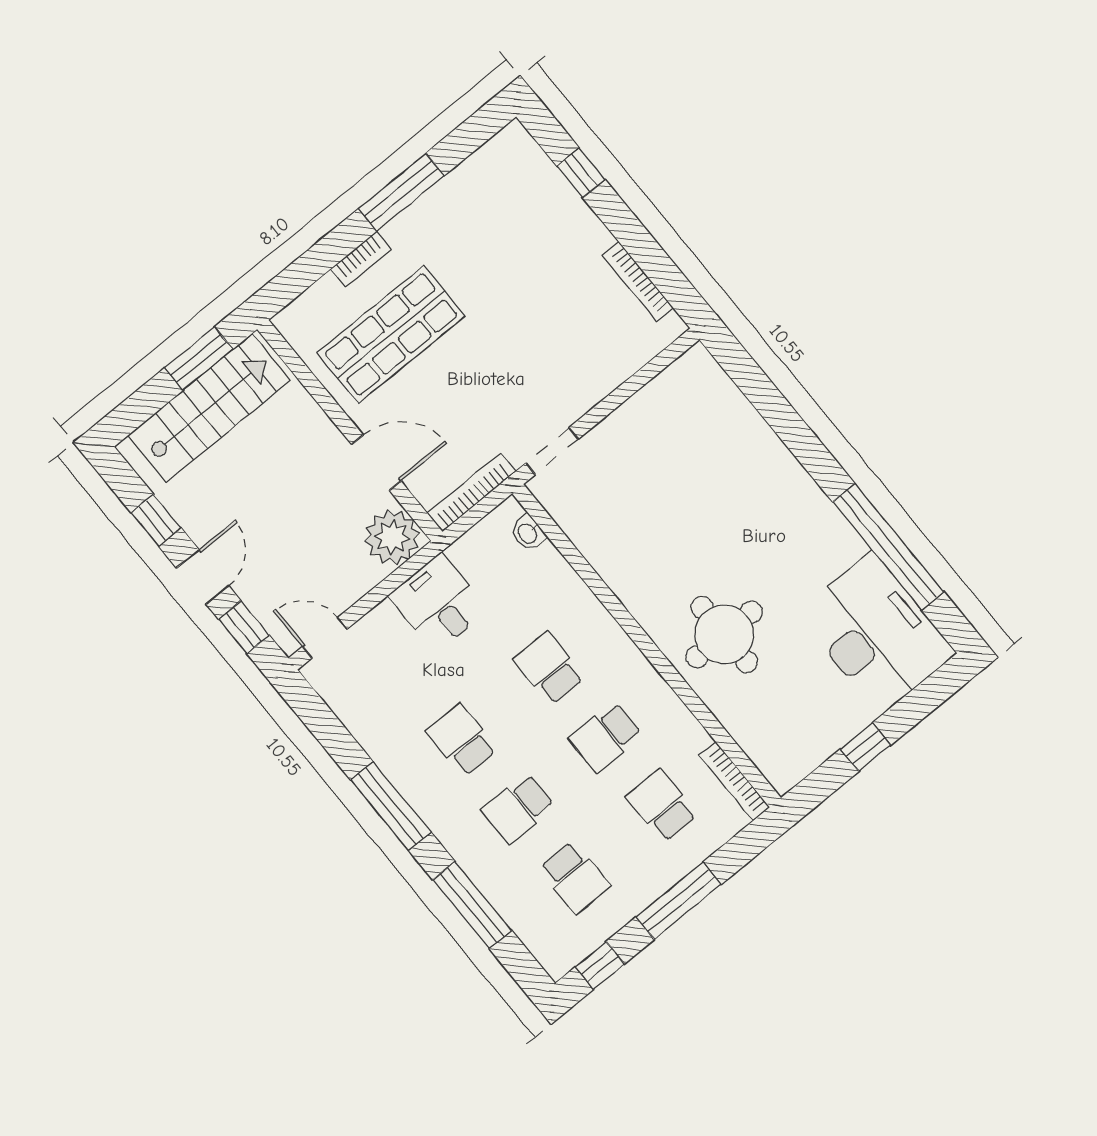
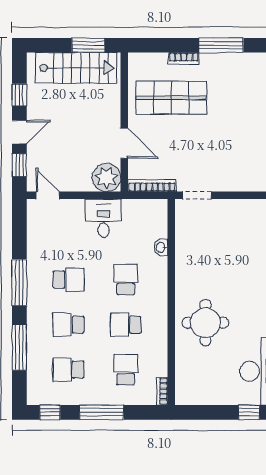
washbasin: (528, 533) -> (161, 247), moved
school desk: (462, 740) -> (69, 280), turned 90
window: (866, 747) -> (249, 412), moved
bookcase: (734, 781) -> (162, 391), width x0.64
school desk: (575, 877) -> (69, 370), turned 90

